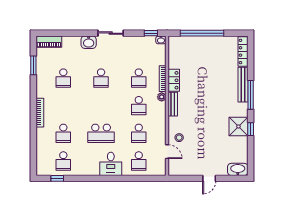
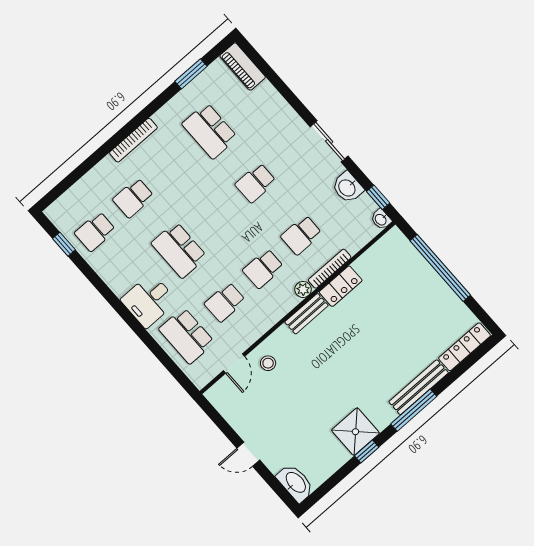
washbasin: (89, 42) -> (347, 187), moved
school desk: (63, 78) -> (210, 131), width x1.85
school desk: (139, 161) -> (187, 336), width x1.85

